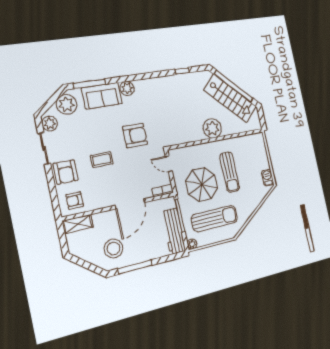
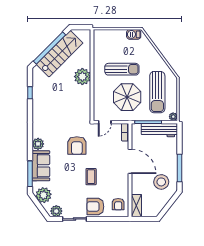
armchair: (135, 135) -> (77, 146), turned 180
armchair: (66, 172) -> (95, 207), turned 180
sun lounger: (215, 219) -> (157, 92), turned 180

